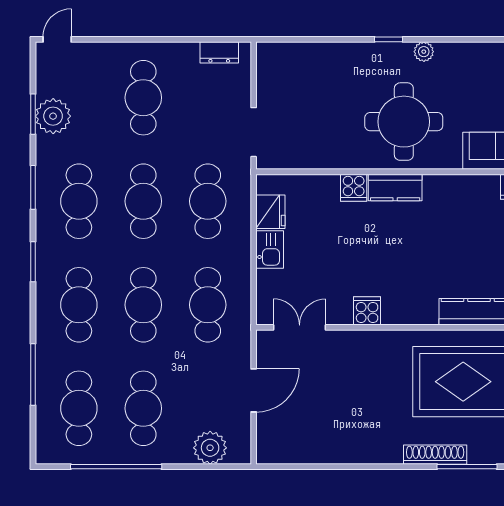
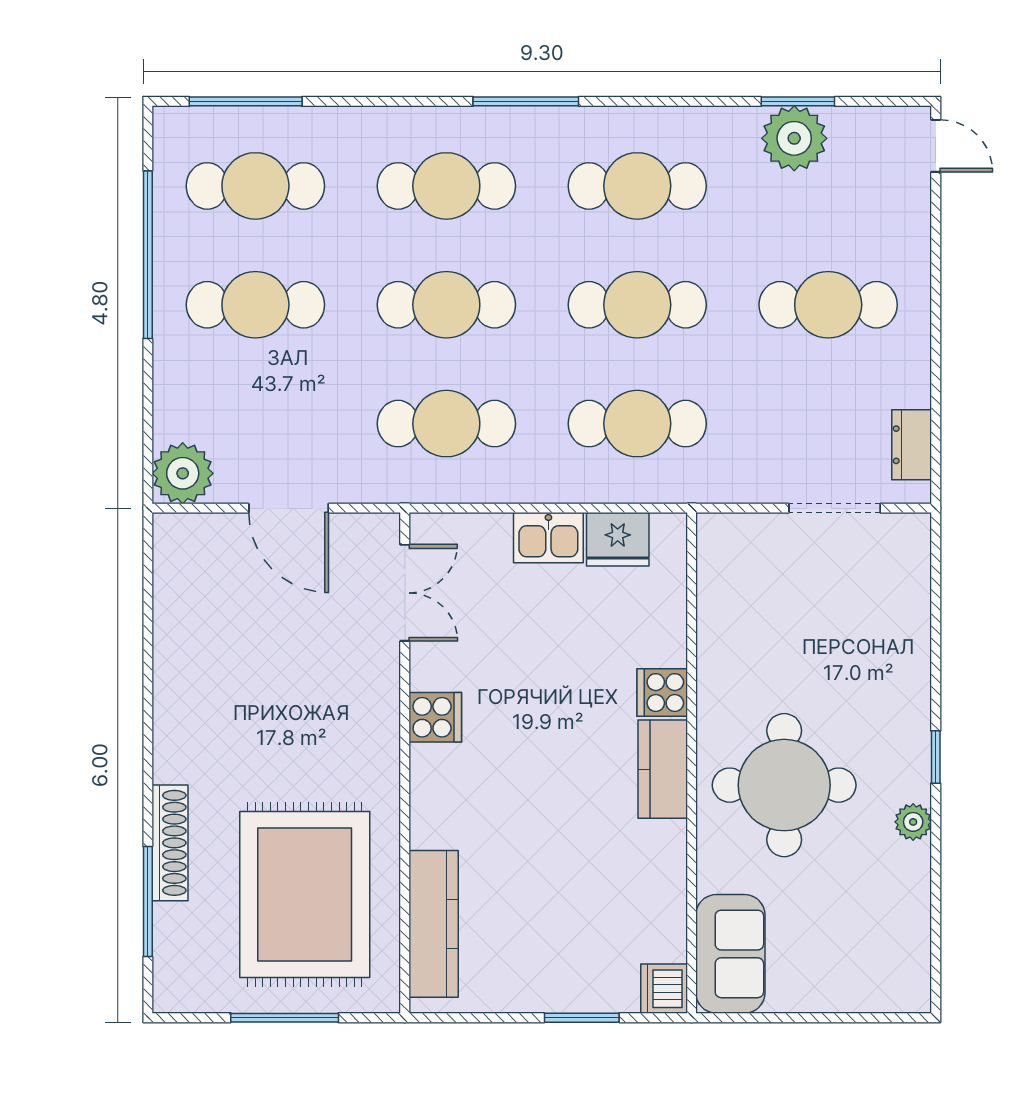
doorway: (254, 132) -> (835, 508), moved
window: (33, 187) -> (663, 101), removed
window: (33, 262) -> (526, 101), width x1.44
window: (33, 374) -> (246, 101), moved
plant: (210, 448) -> (183, 473), moved

